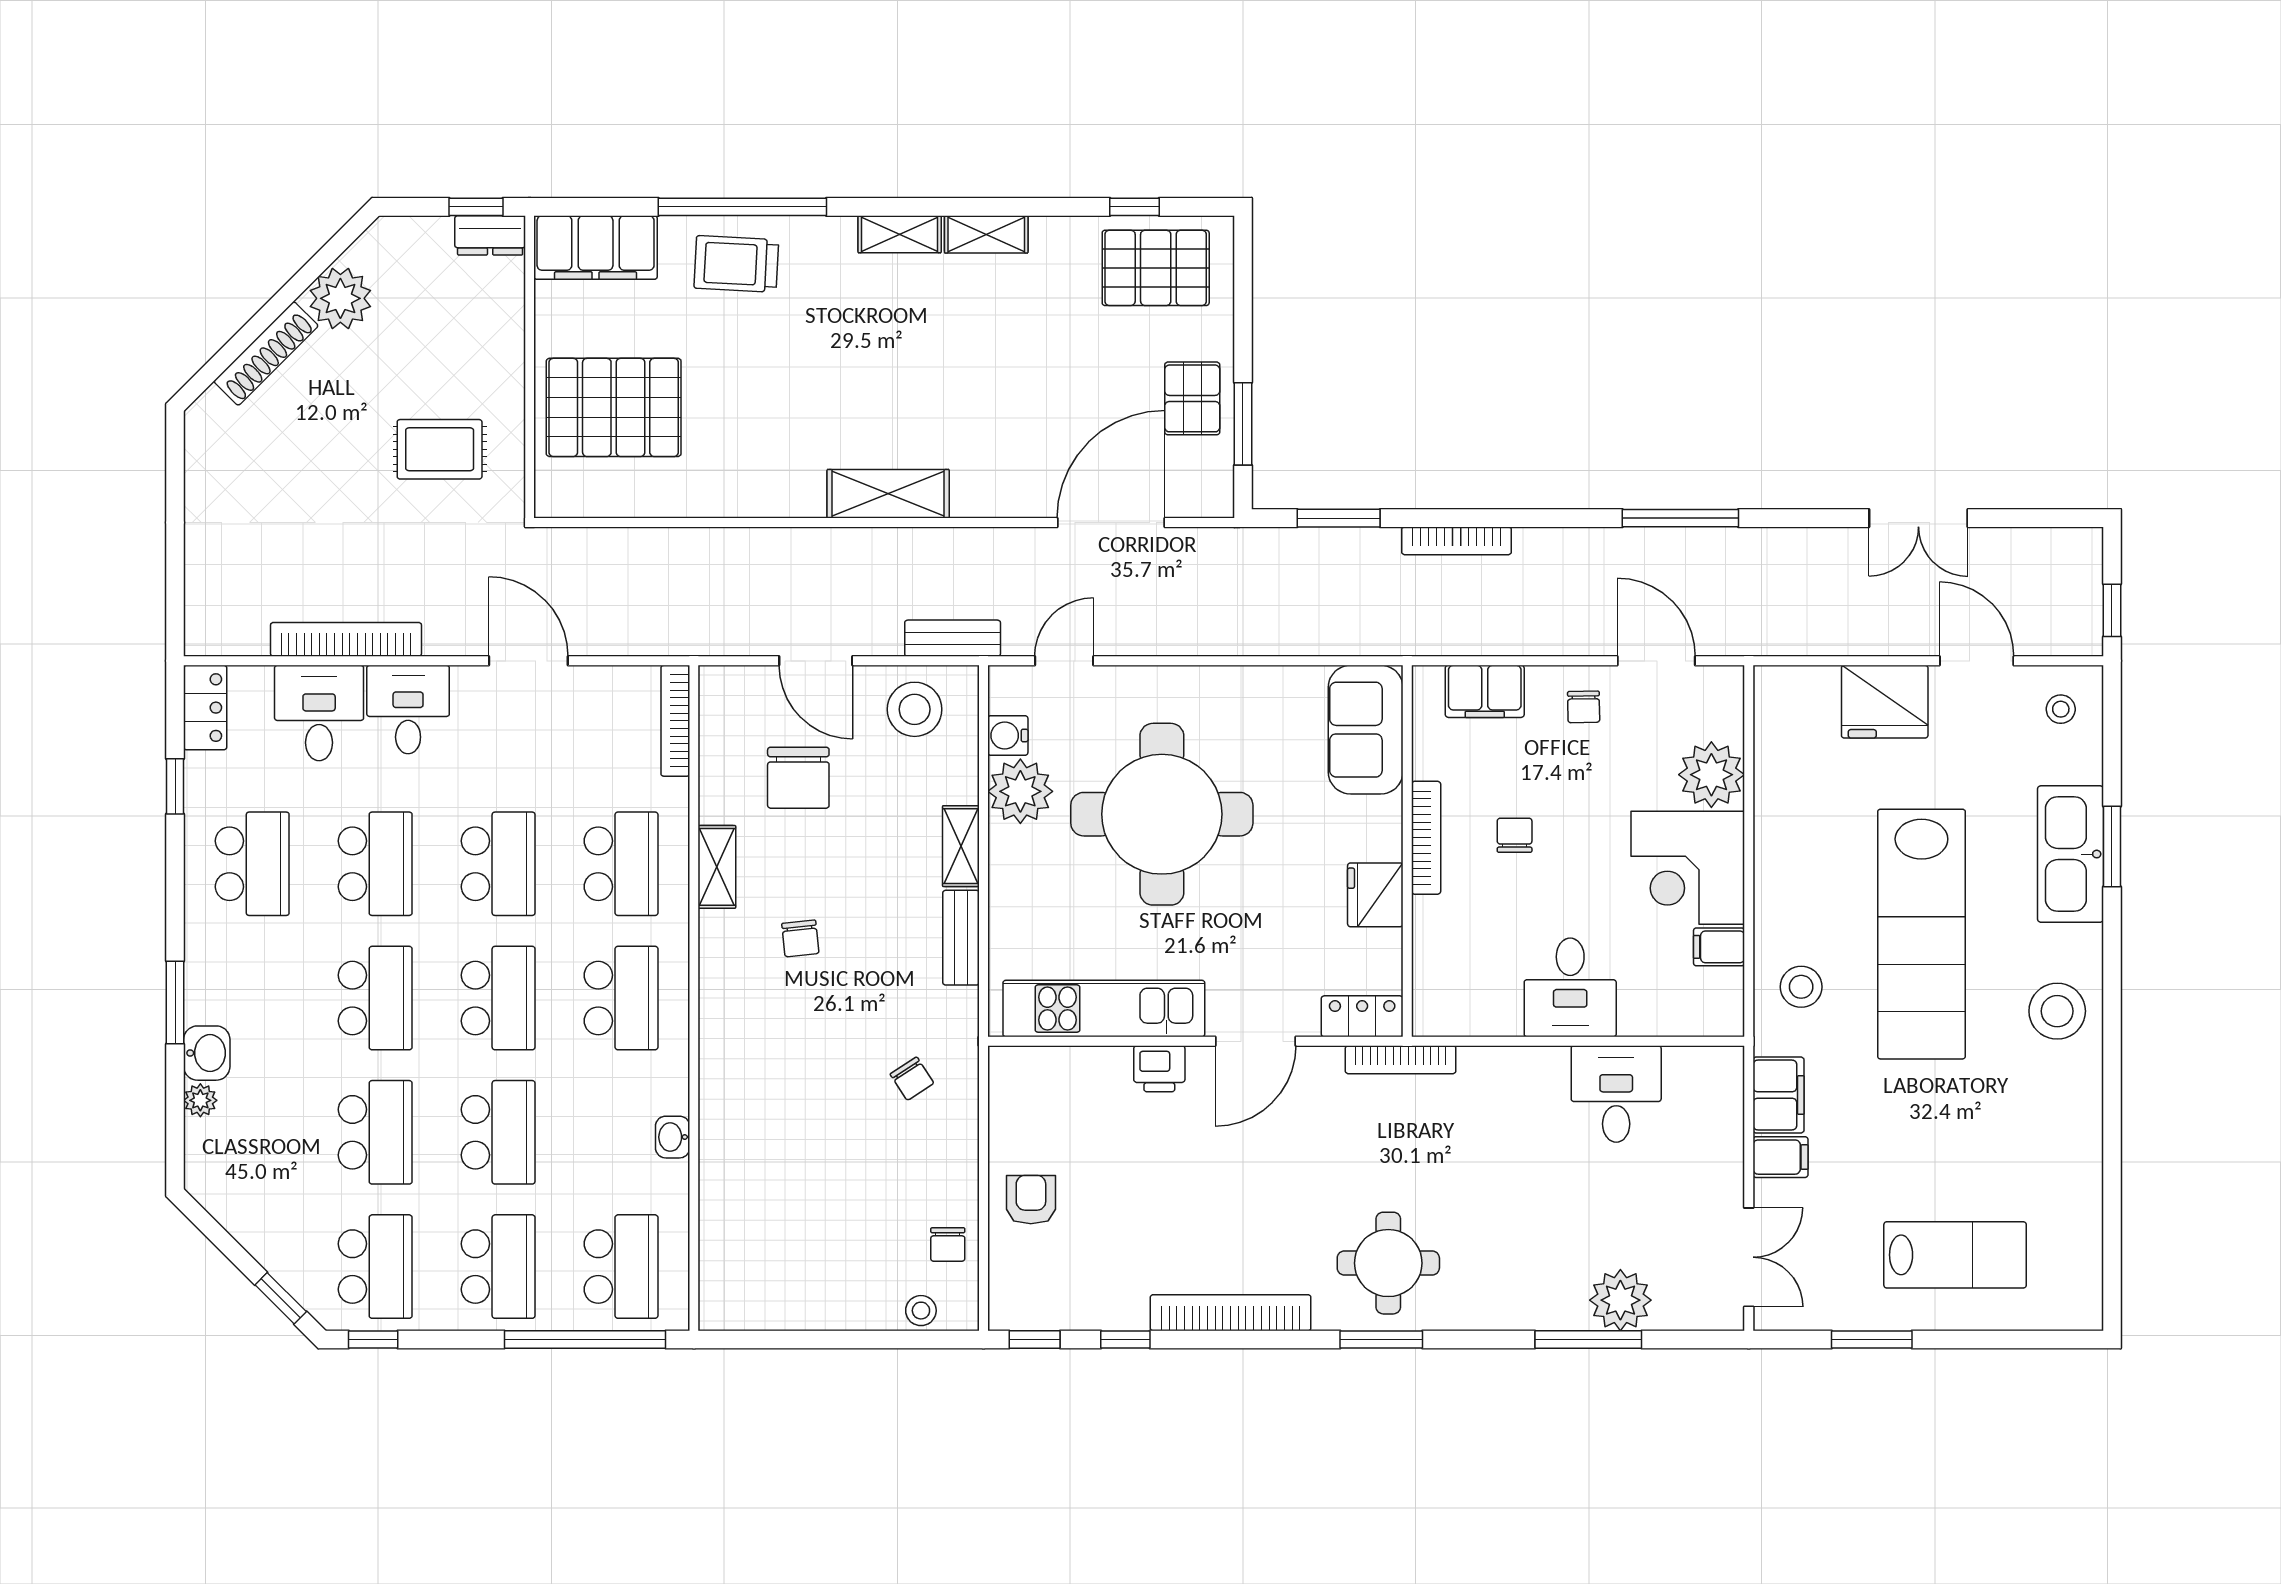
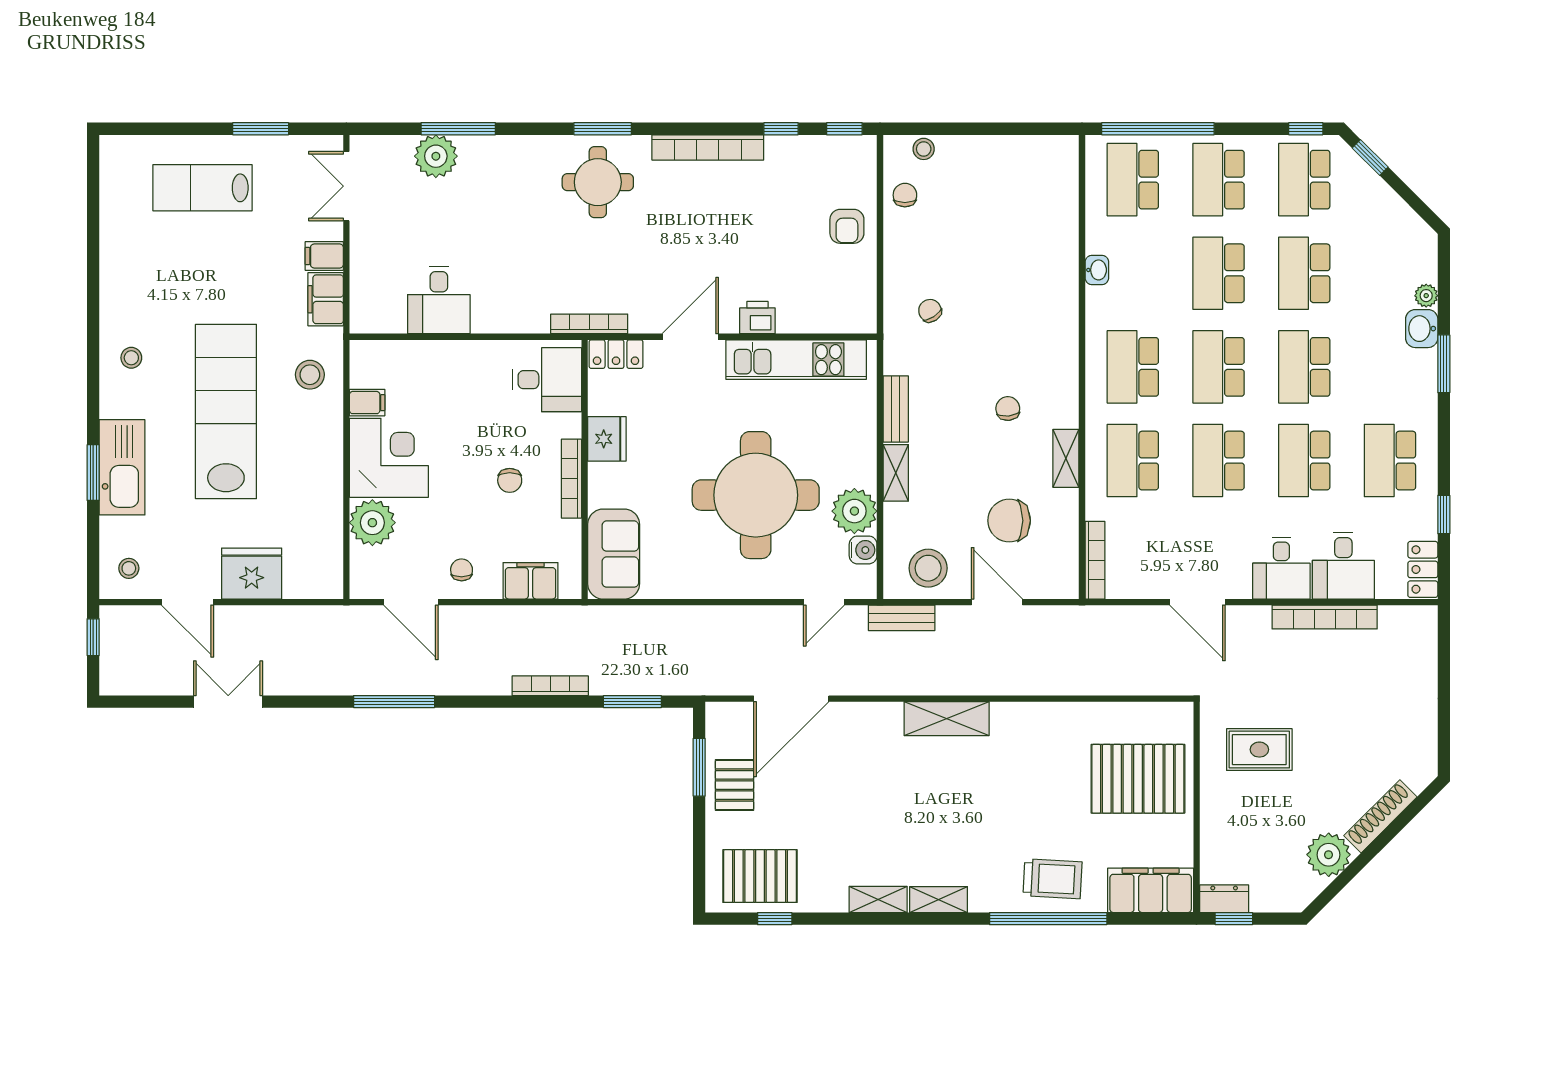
chair: (798, 778) -> (1009, 521), turned -90
desk: (1570, 987) -> (547, 380), moved, turned 90
stool: (2057, 1011) -> (131, 358), width x0.53, depth x0.53

